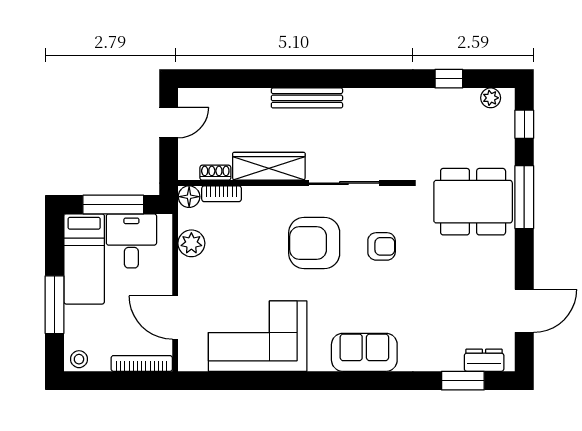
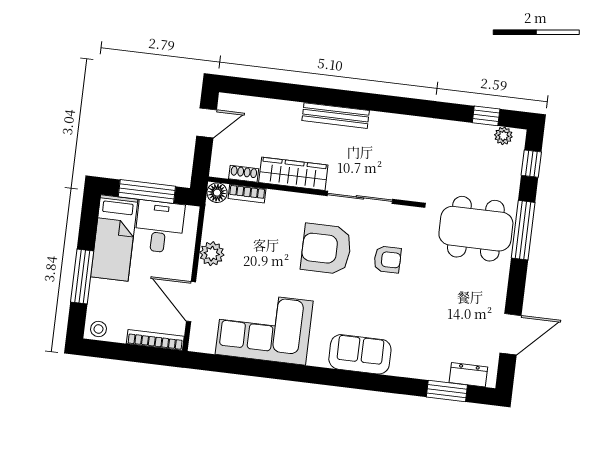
window: (449, 79) -> (486, 116), moved
plant: (191, 243) -> (212, 254), moved

